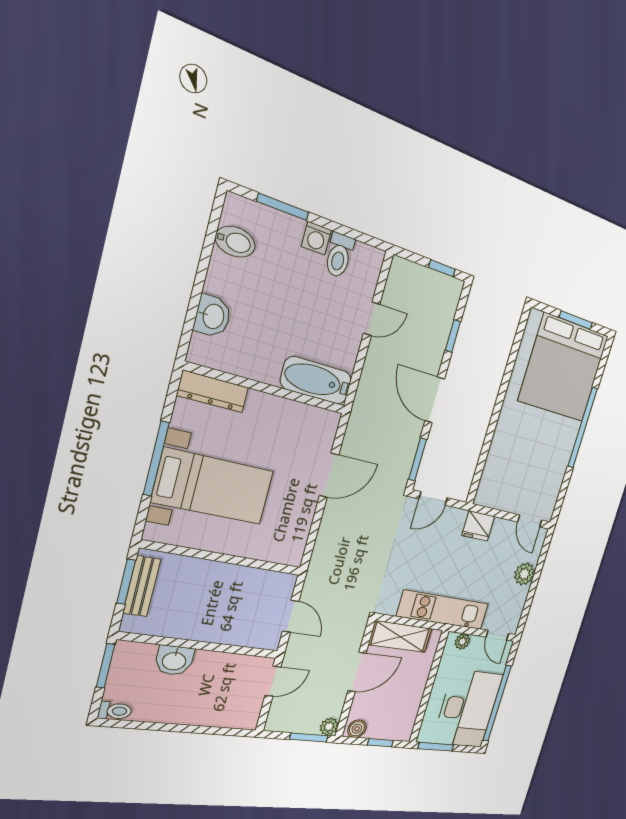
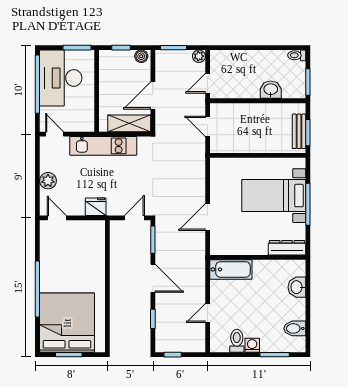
plant: (462, 642) -> (81, 126), removed
plant: (329, 727) -> (199, 56), moved

